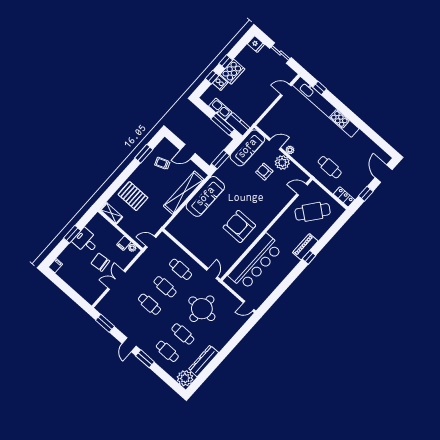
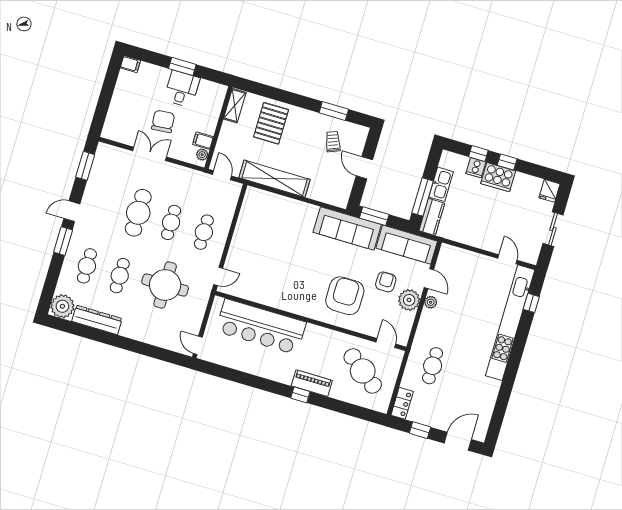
shelving: (184, 193) -> (275, 179), moved
sofa: (205, 196) -> (347, 228), moved
armchair: (239, 226) -> (345, 296), moved
cafe table: (149, 304) -> (138, 213), width x1.37, depth x1.35

